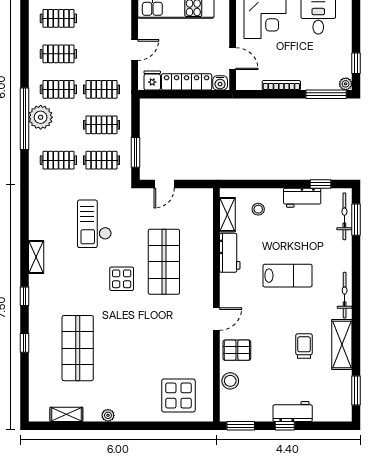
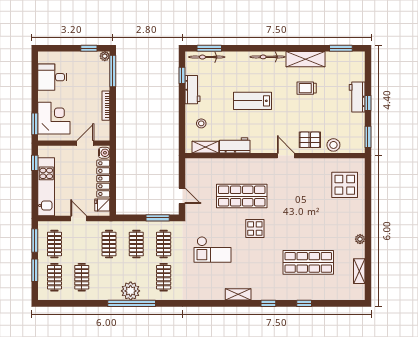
clothes rail: (58, 89) -> (54, 244), moved
lab bench: (288, 276) -> (252, 101), turned -90
pallet: (237, 350) -> (310, 140), turned 90

